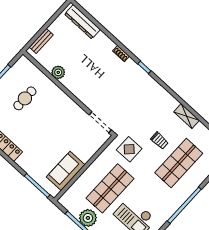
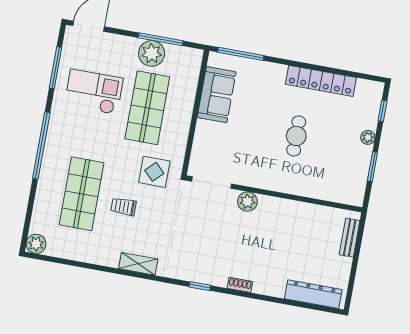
plant: (58, 72) -> (247, 202), moved
cafe table: (25, 98) -> (296, 136), moved
shelving: (187, 116) -> (138, 264), moved

